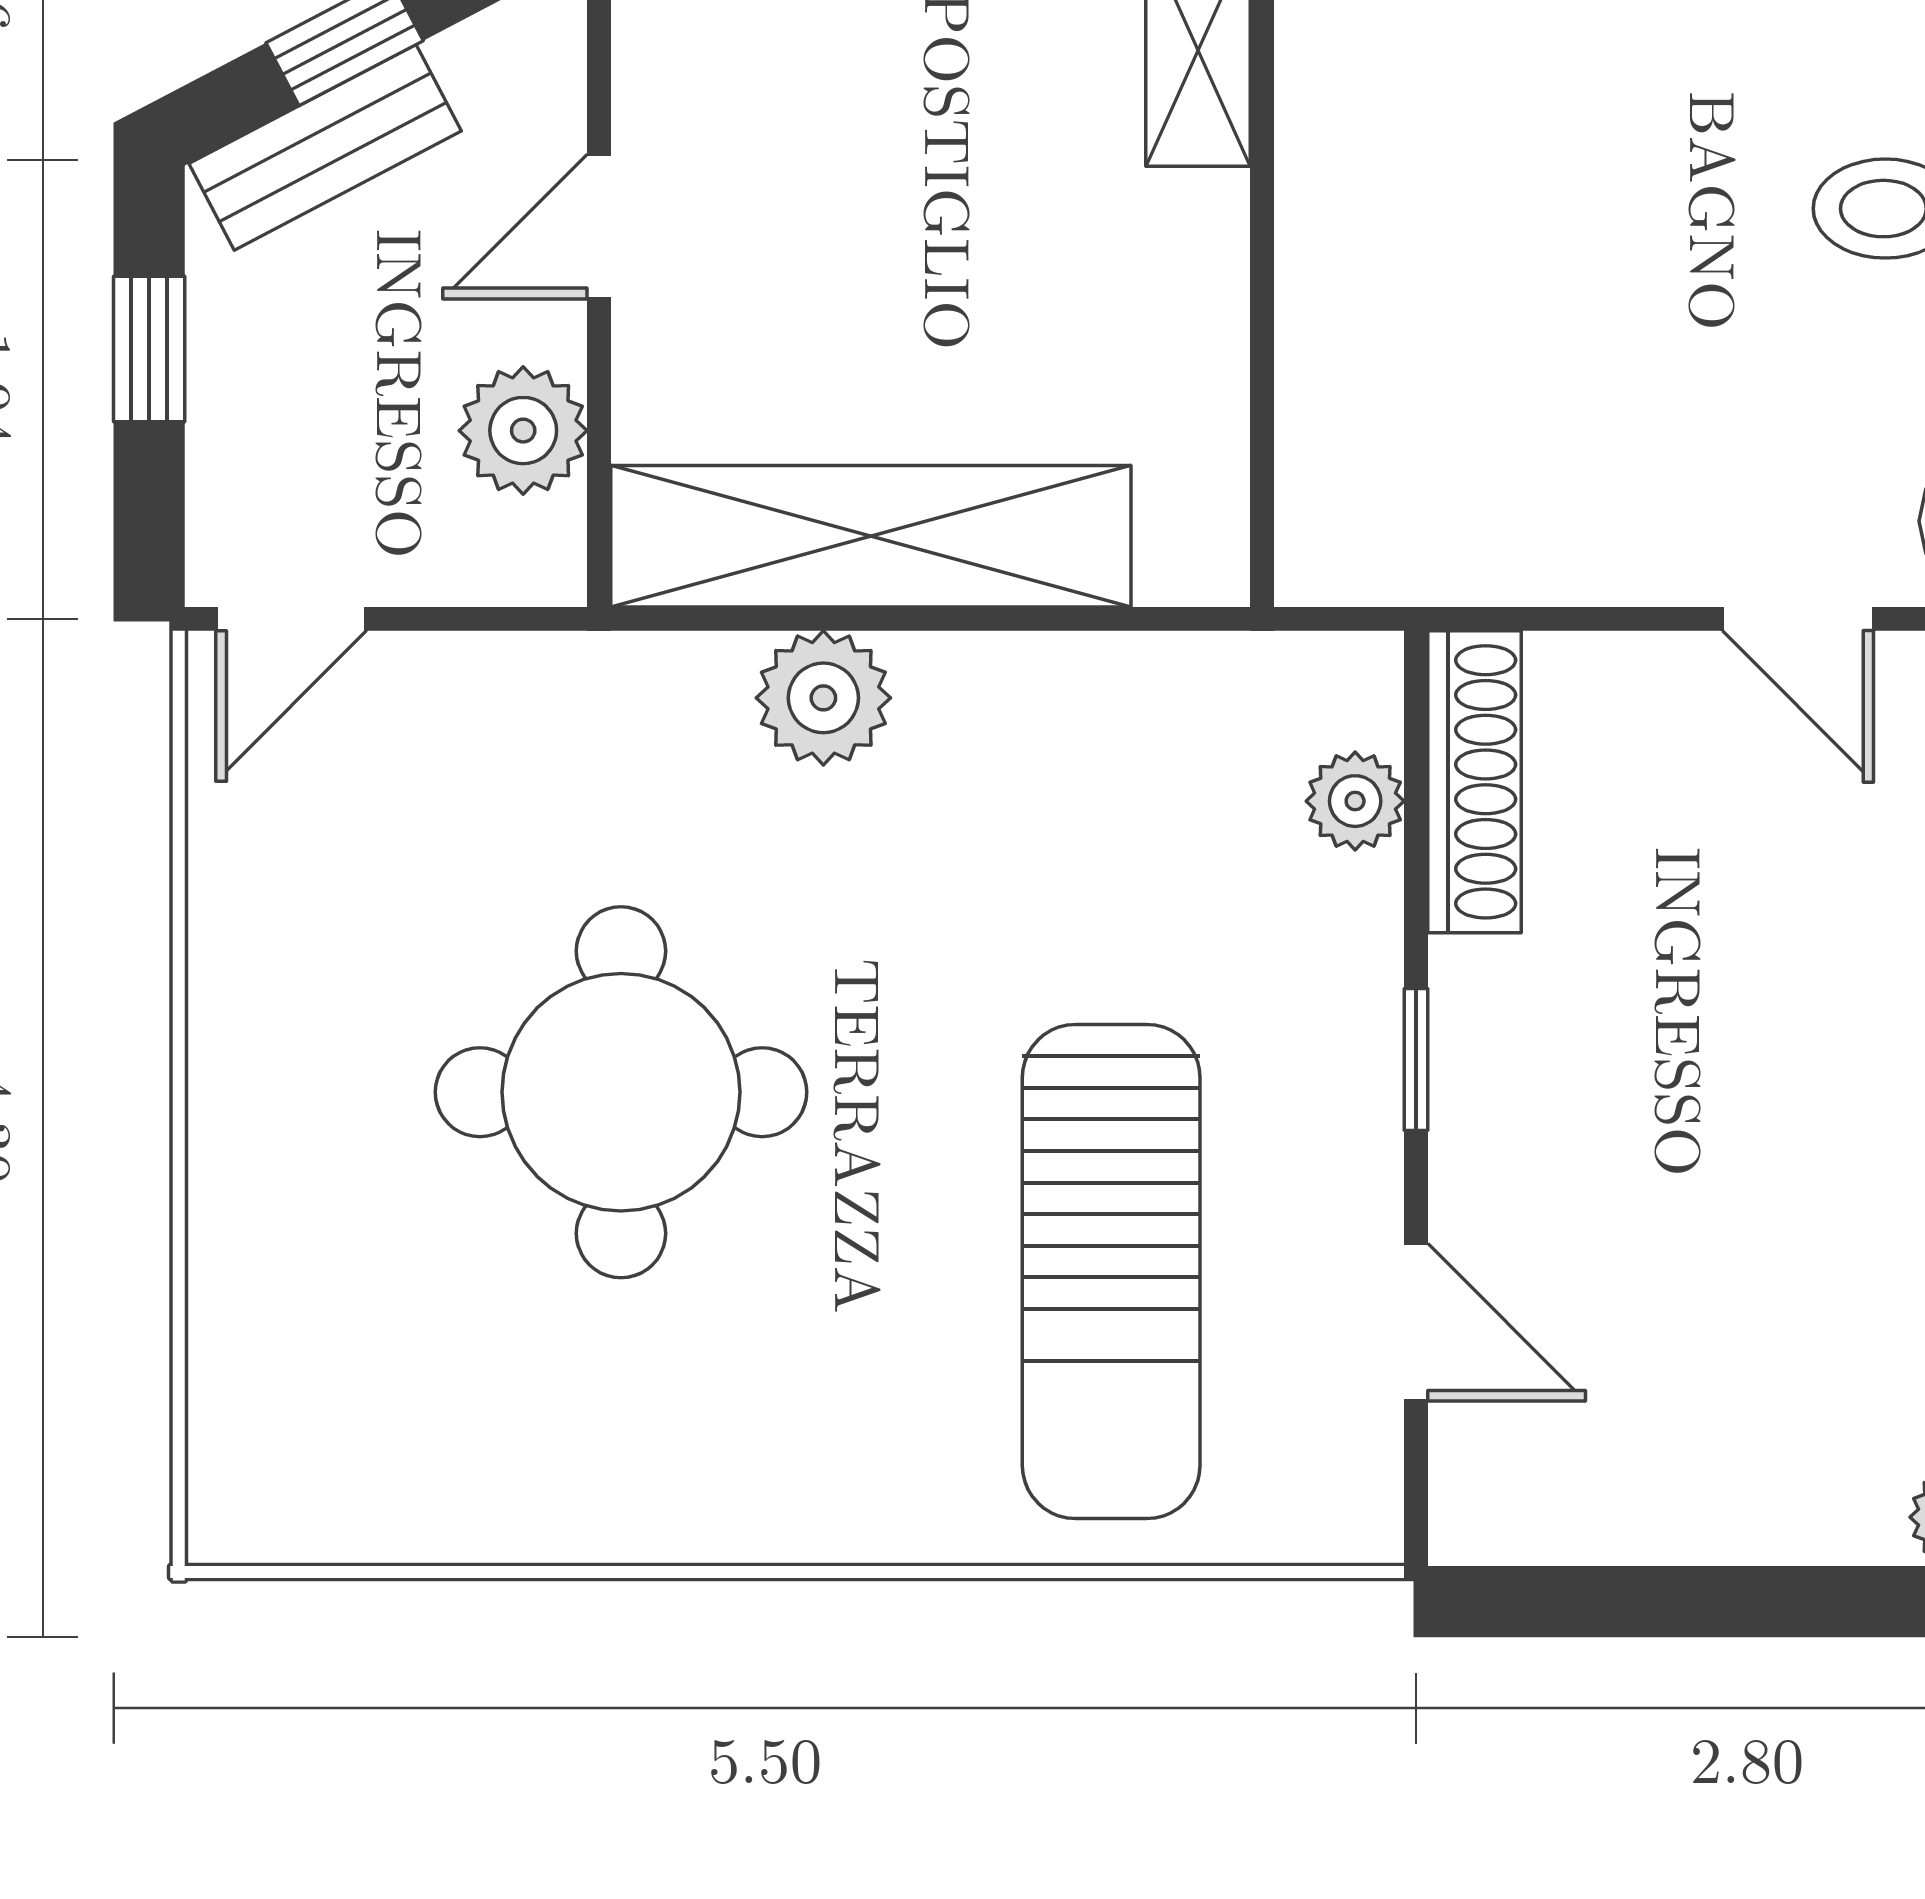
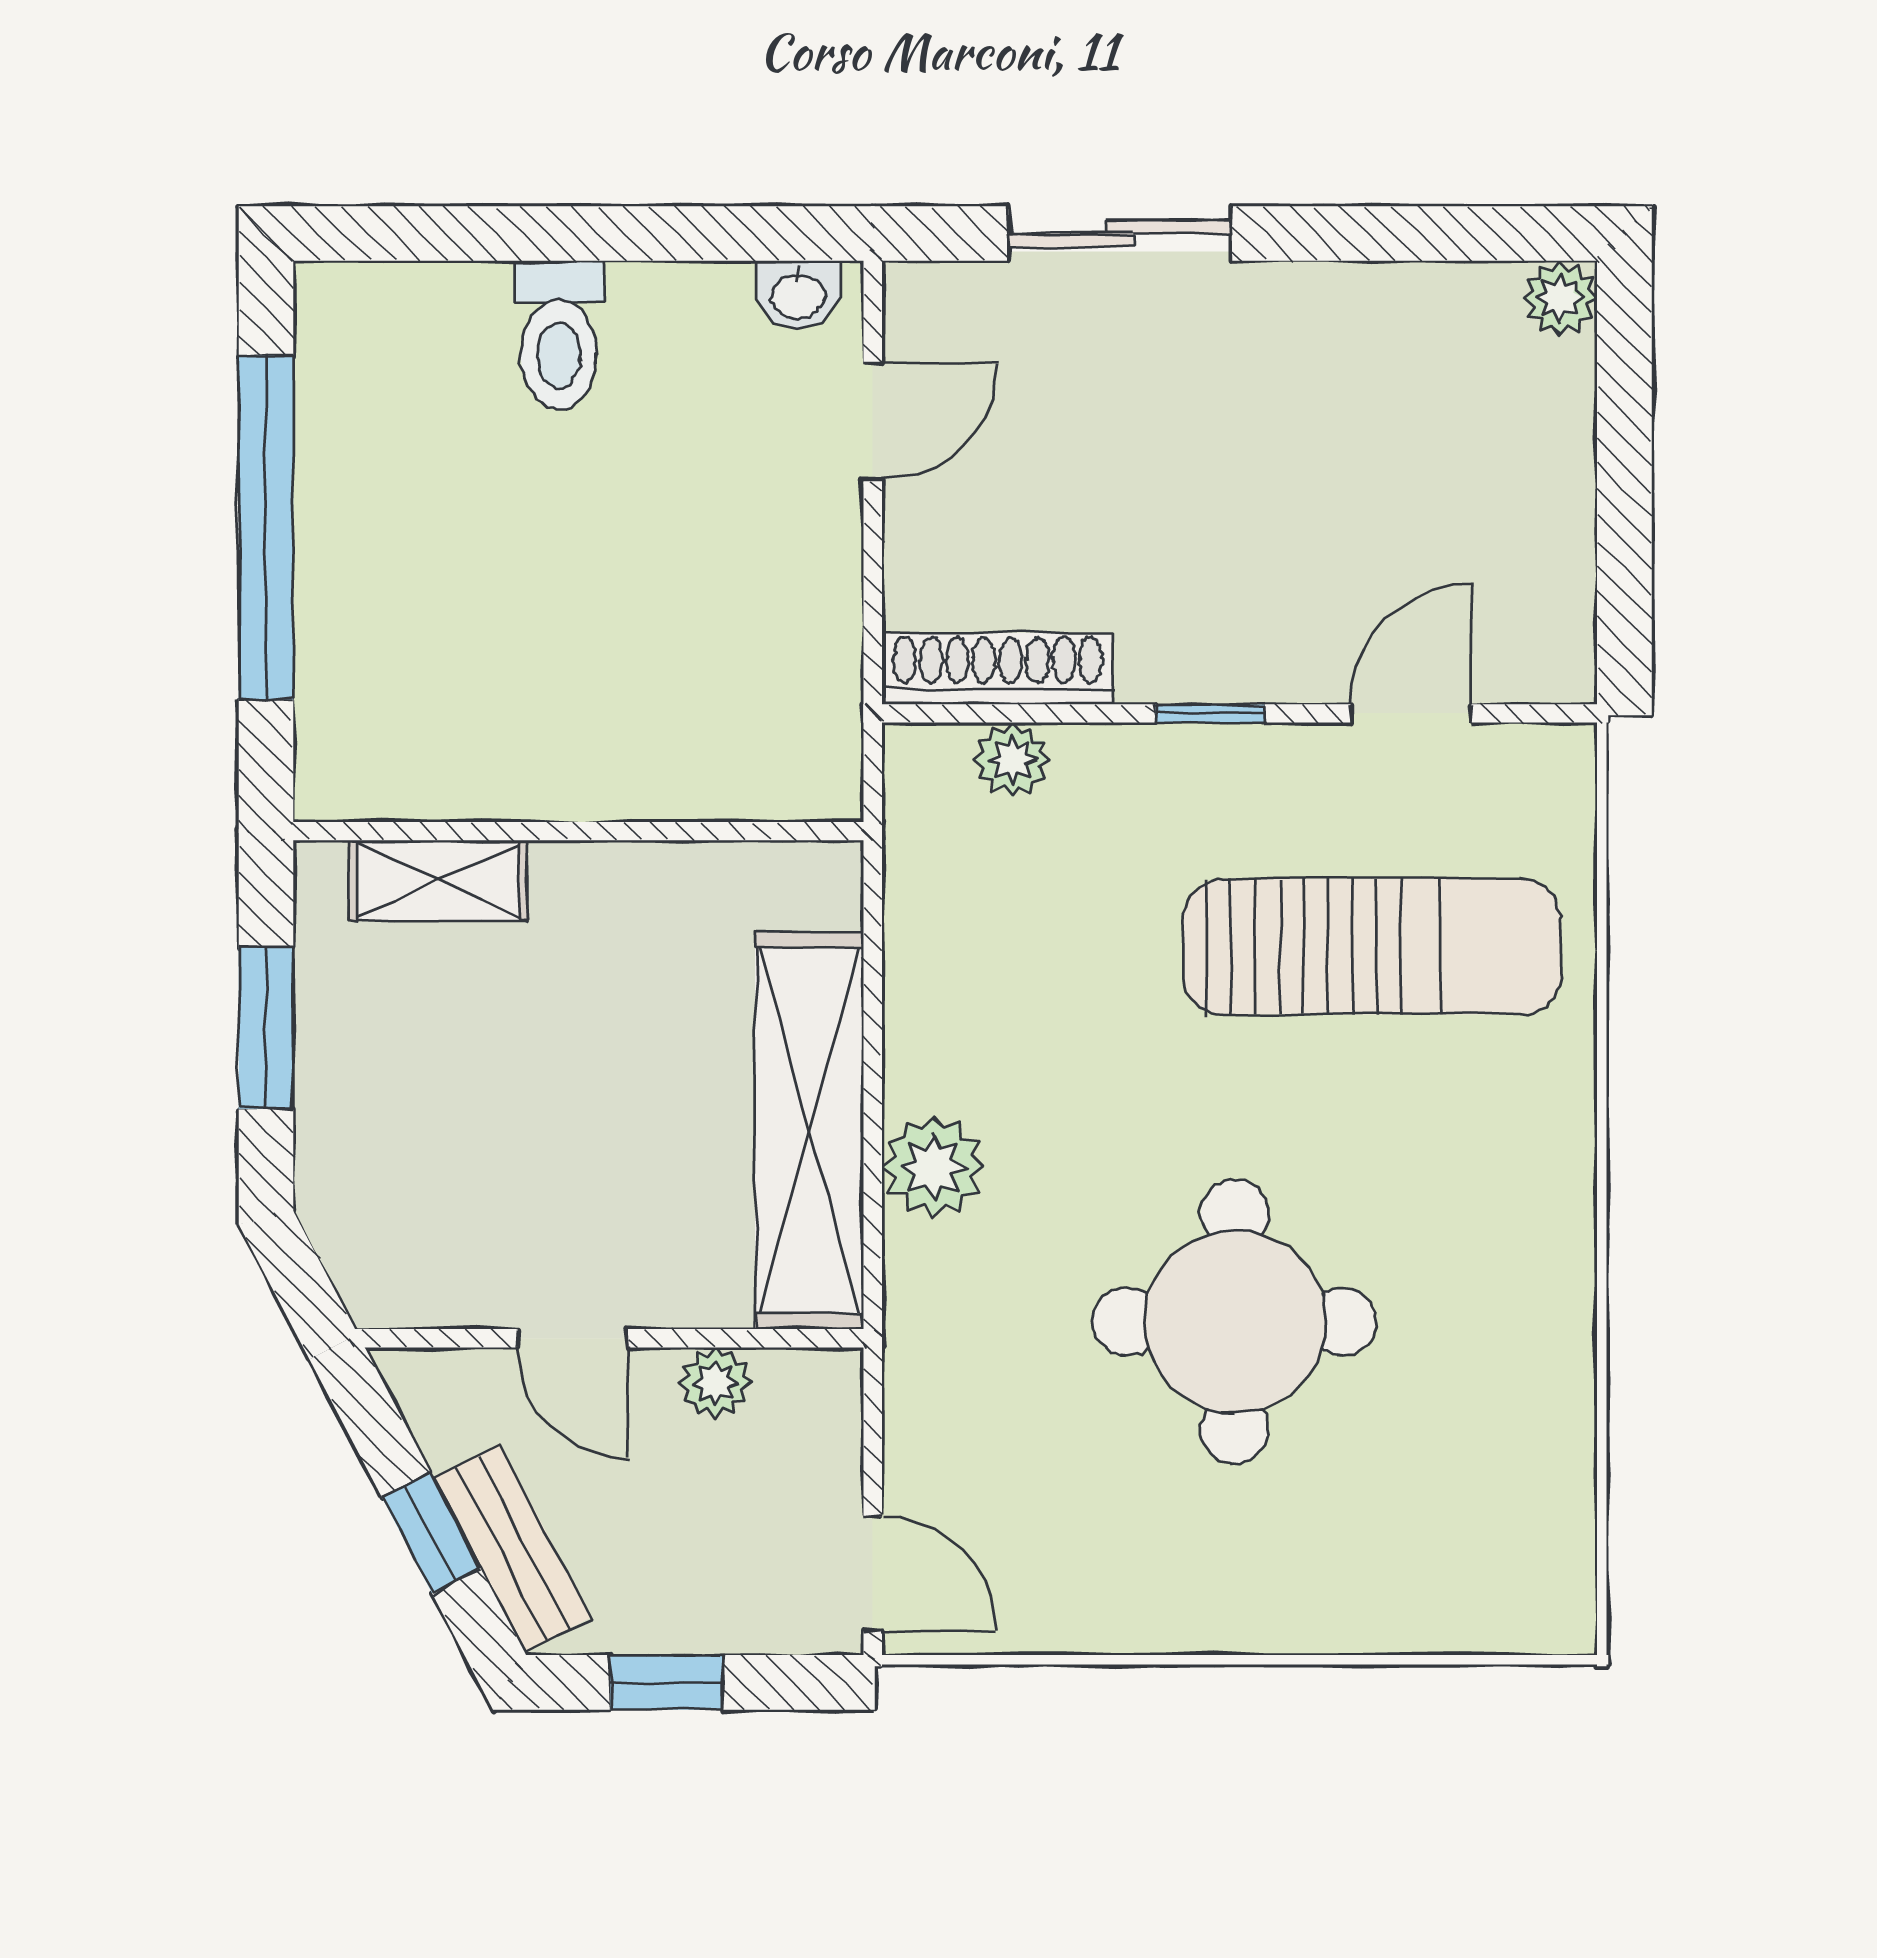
plant: (523, 431) -> (715, 1383), width x0.73, depth x0.73

